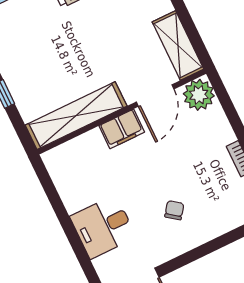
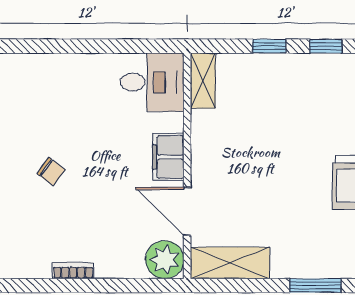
shelving: (76, 116) -> (203, 81), width x0.45, depth x0.75
desk: (103, 227) -> (152, 82), moved, turned 90

